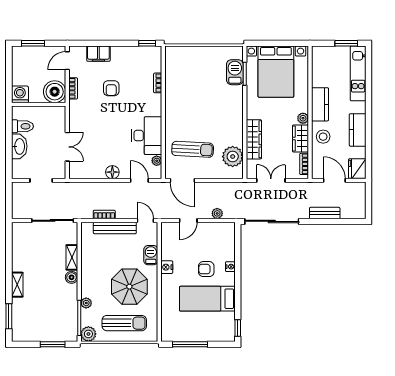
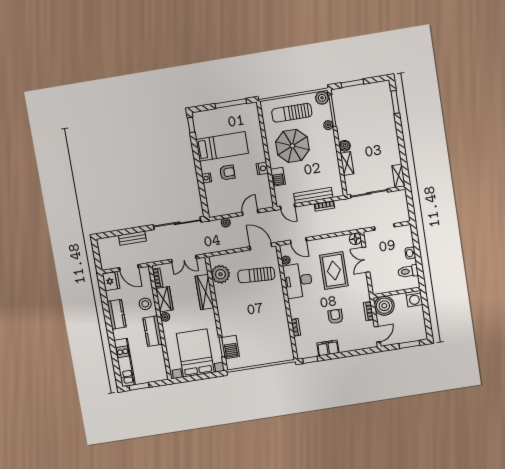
filing cabinet: (98, 54) -> (328, 348), moved
rug: (105, 140) -> (334, 271), added
washbasin: (19, 146) -> (410, 253), width x0.52, depth x0.69
floor lamp: (112, 172) -> (355, 239), moved
shelving: (17, 285) -> (398, 176), moved

